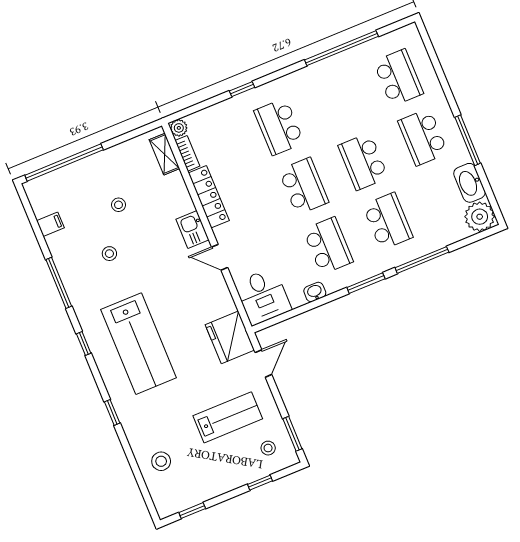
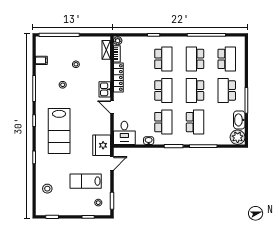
school desk: (339, 102) -> (195, 59), added
school desk: (279, 127) -> (163, 59), turned 180
lab bench: (228, 417) -> (86, 181), turned 180

